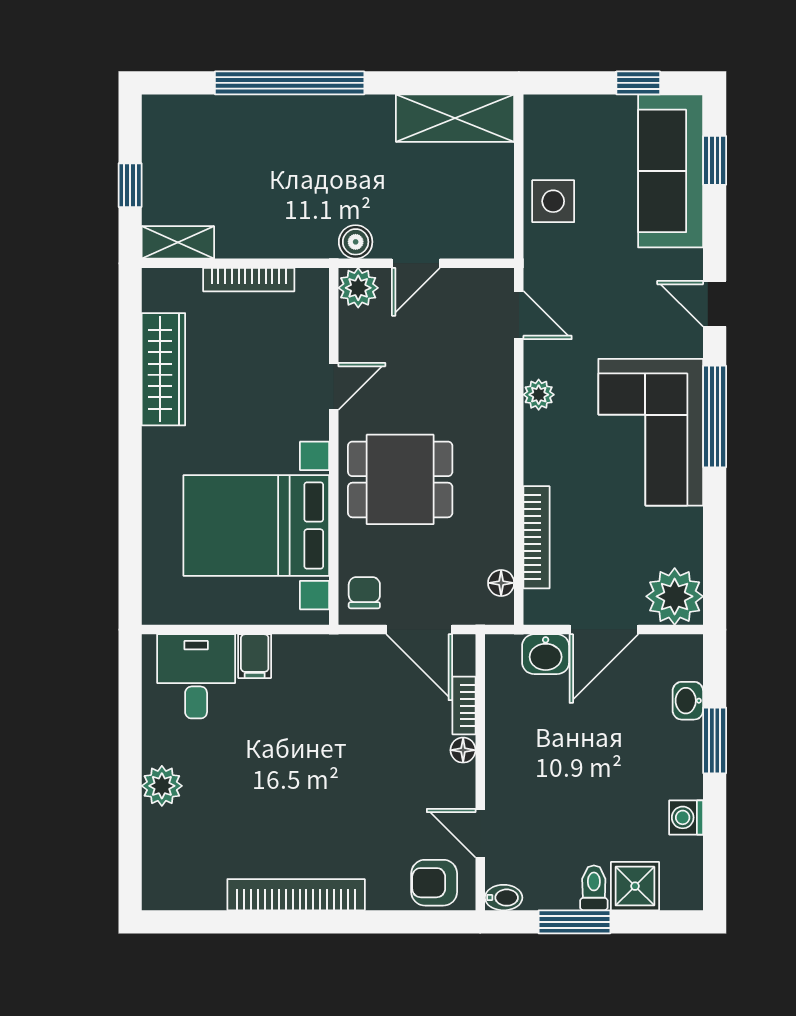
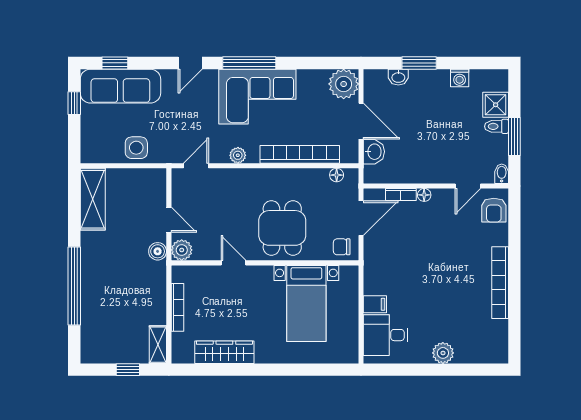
bed with nightstands: (256, 525) -> (306, 304), width x0.73
bookcase: (536, 537) -> (300, 154), width x1.48, depth x1.31

